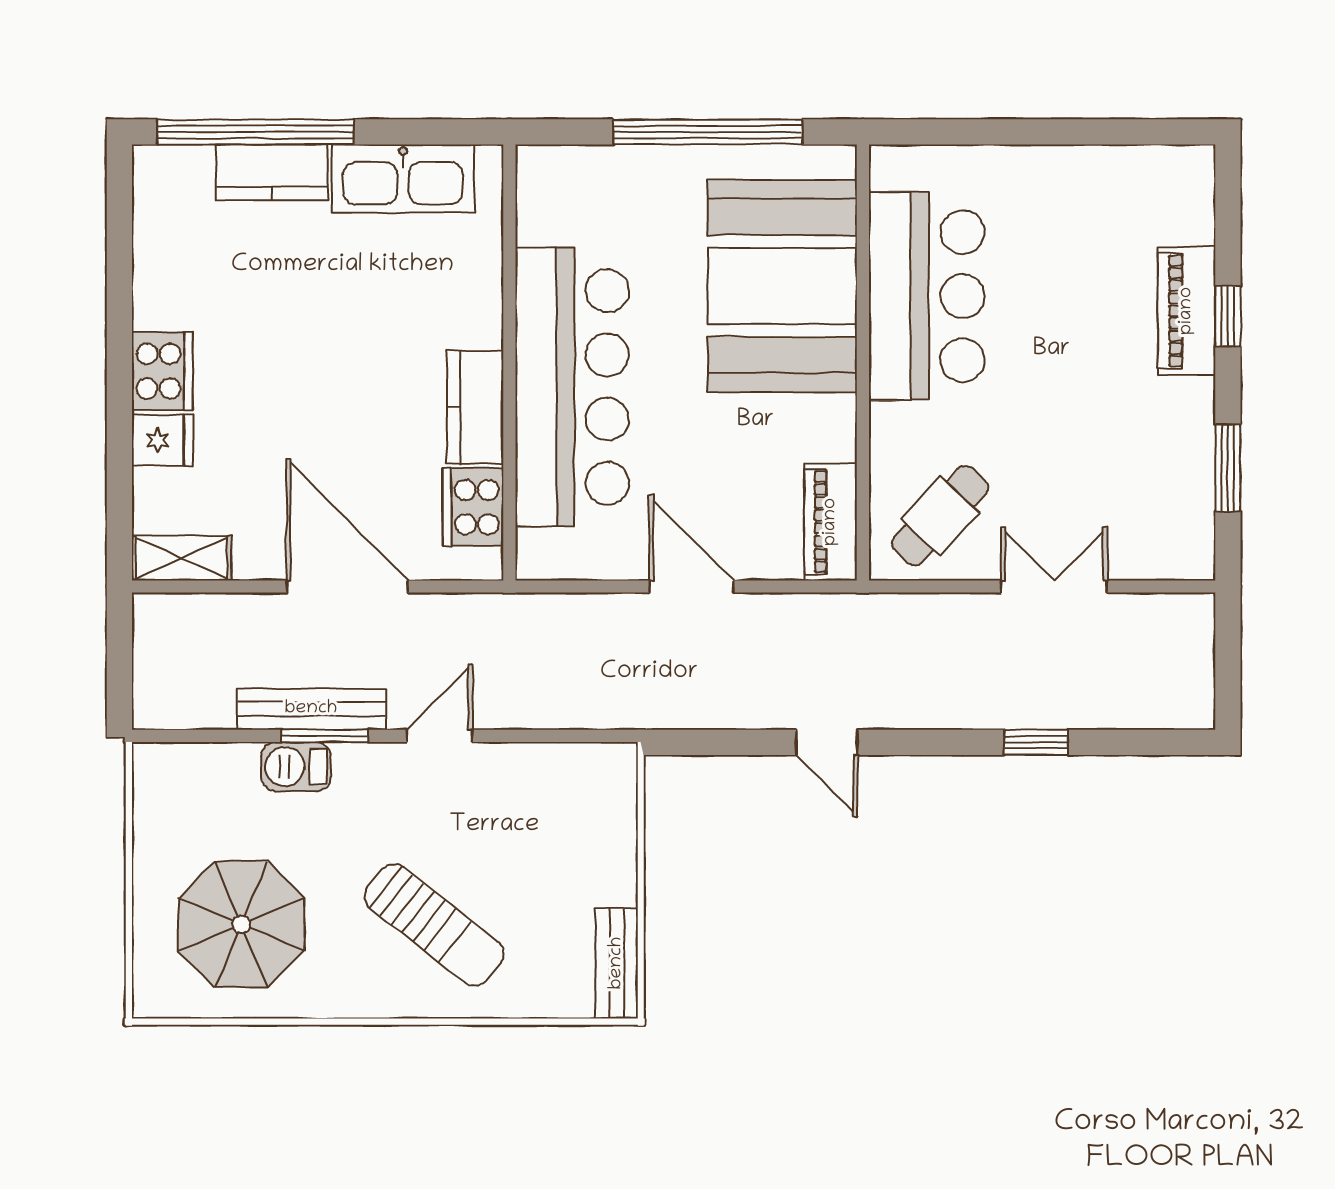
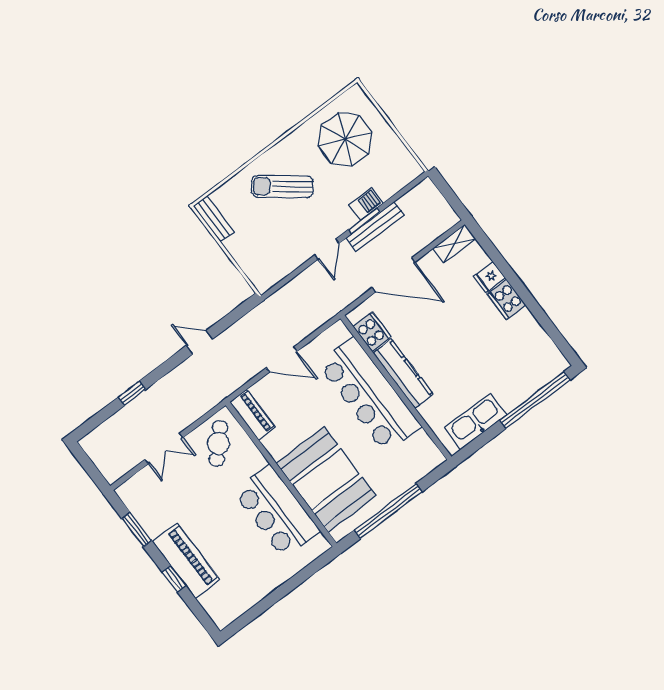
kitchen counter: (272, 172) -> (520, 391), removed
piano: (1187, 311) -> (186, 561), width x1.37, depth x1.33
kitchen counter: (475, 407) -> (403, 374), width x1.50

